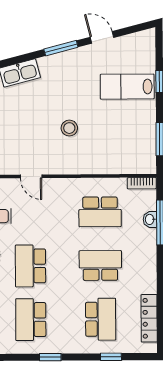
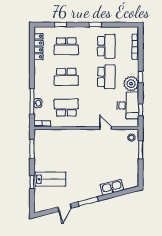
door: (102, 37) -> (65, 207), hinge flipped
stool: (69, 128) -> (84, 156), removed
school desk: (101, 319) -> (66, 46), turned -90

